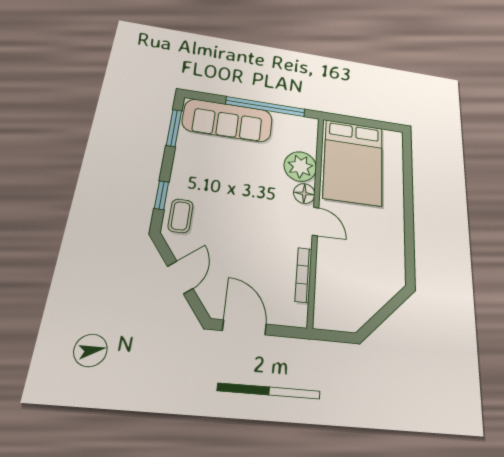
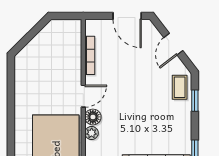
plant: (300, 166) -> (92, 133), width x0.53, depth x0.53
door: (316, 221) -> (83, 96), swing flipped

